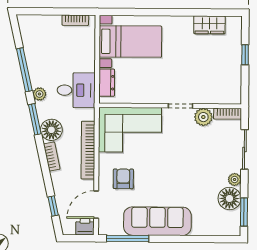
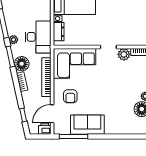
desk: (76, 90) -> (38, 37), width x1.37
armchair: (123, 179) -> (70, 96), turned 180
sofa: (157, 221) -> (87, 125), width x0.73

